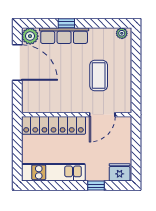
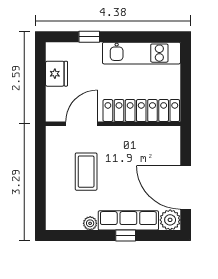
plant: (122, 33) -> (90, 223), moved
fridge: (120, 172) -> (57, 74), moved, turned -90

